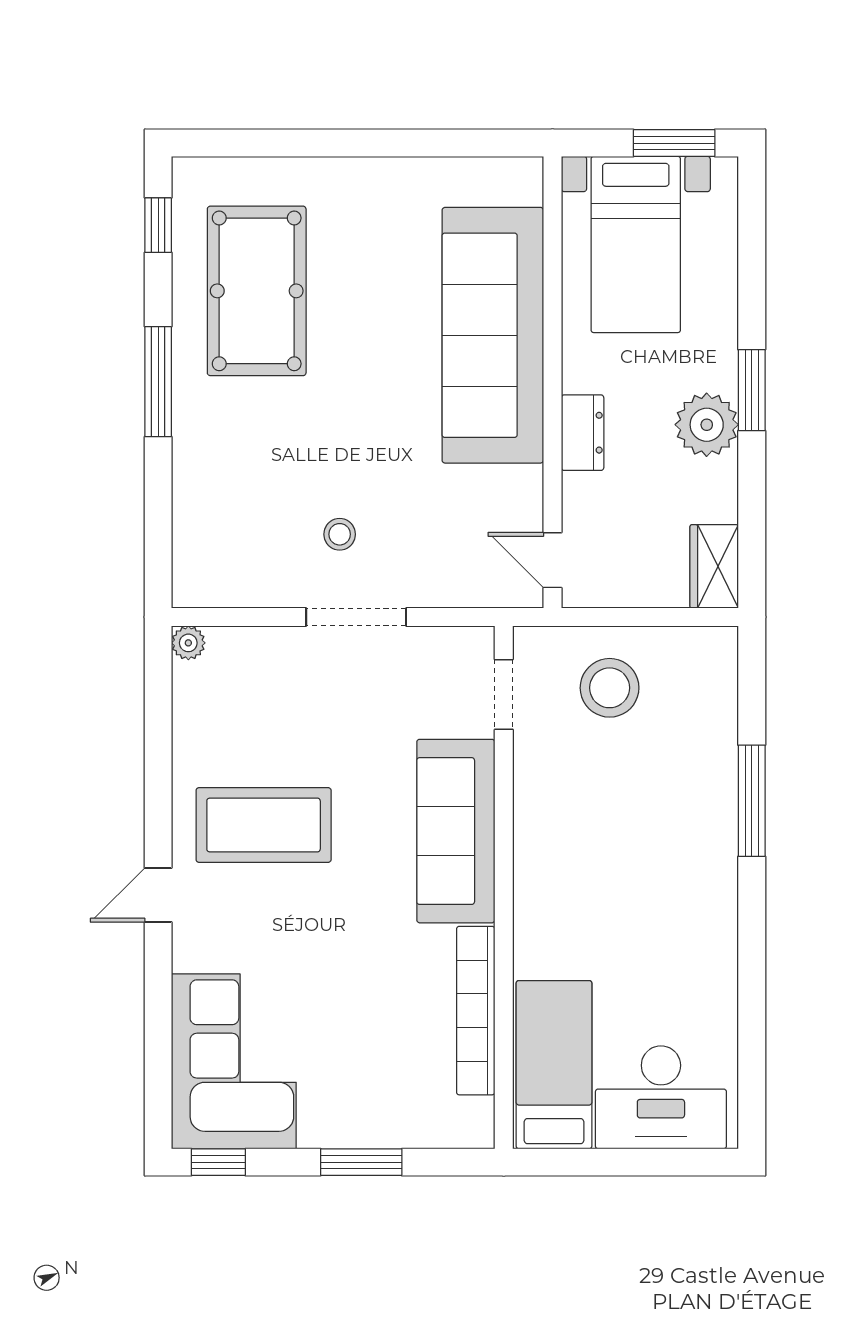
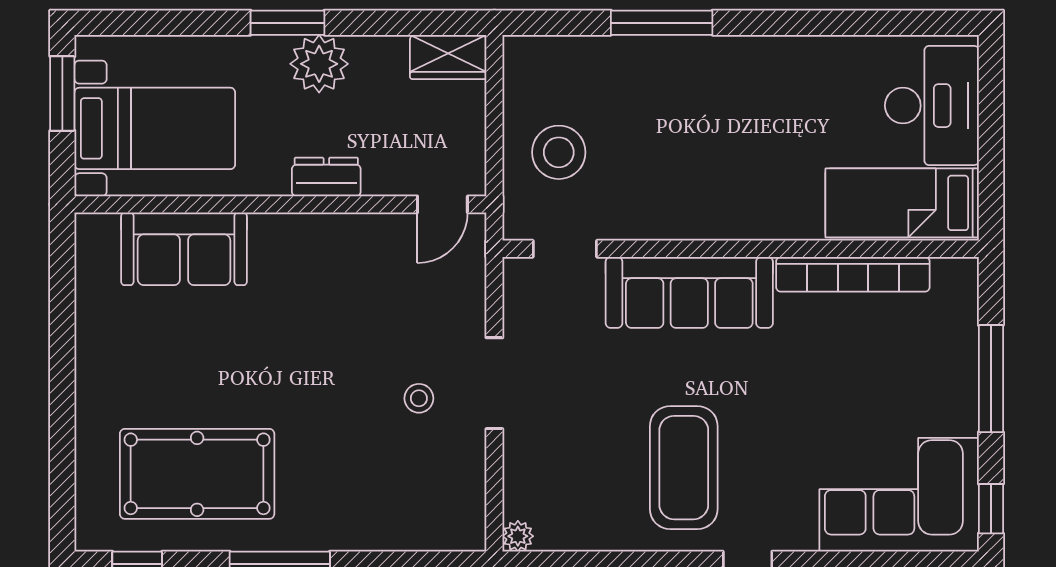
sofa: (493, 335) -> (184, 249), width x0.54, depth x0.79
window: (361, 1162) -> (991, 379), width x1.44

